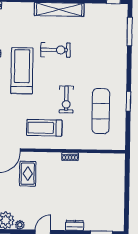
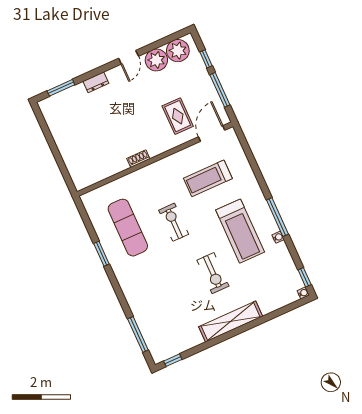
exercise bike: (55, 50) -> (213, 273), turned -90
treadmill: (44, 128) -> (208, 178), moved, turned 180
plant: (20, 225) -> (156, 60), width x1.87, depth x1.87

